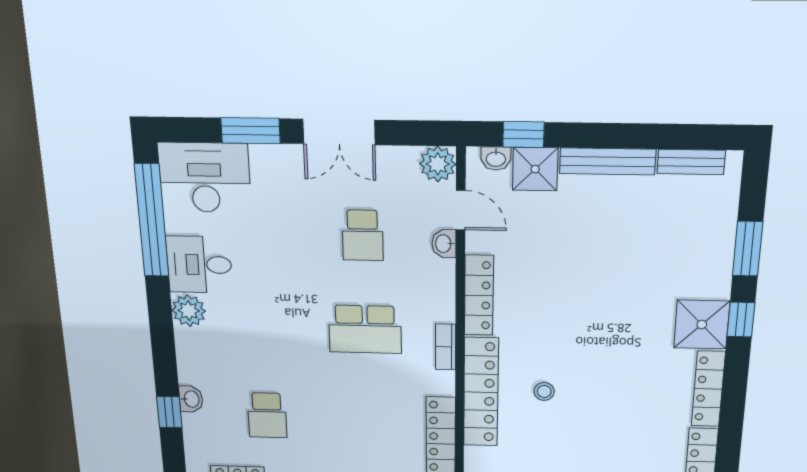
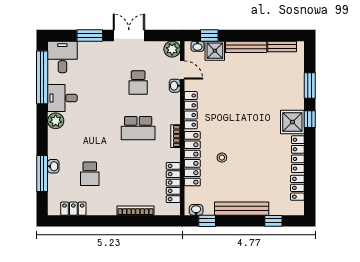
double door: (339, 132) -> (129, 35), swing flipped
desk: (205, 178) -> (62, 57), width x0.73
window: (169, 412) -> (42, 174), width x2.17

